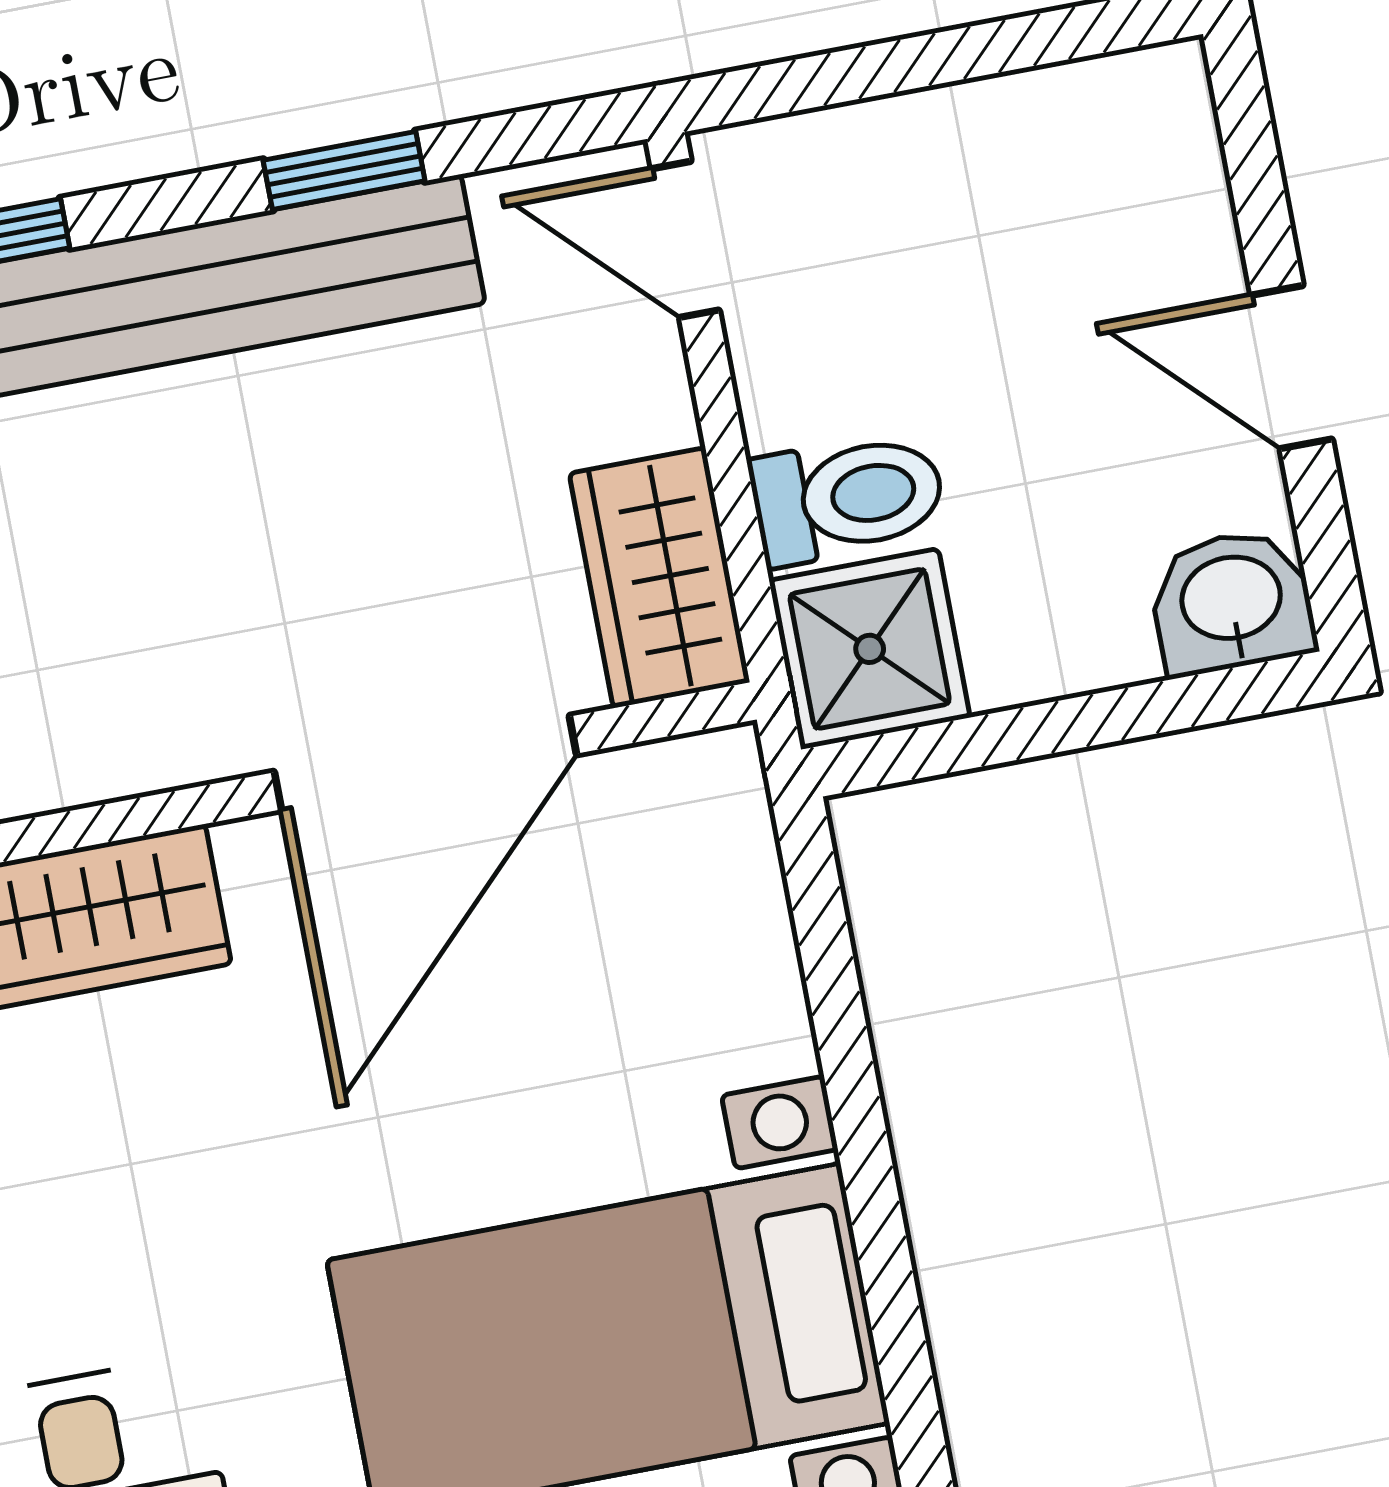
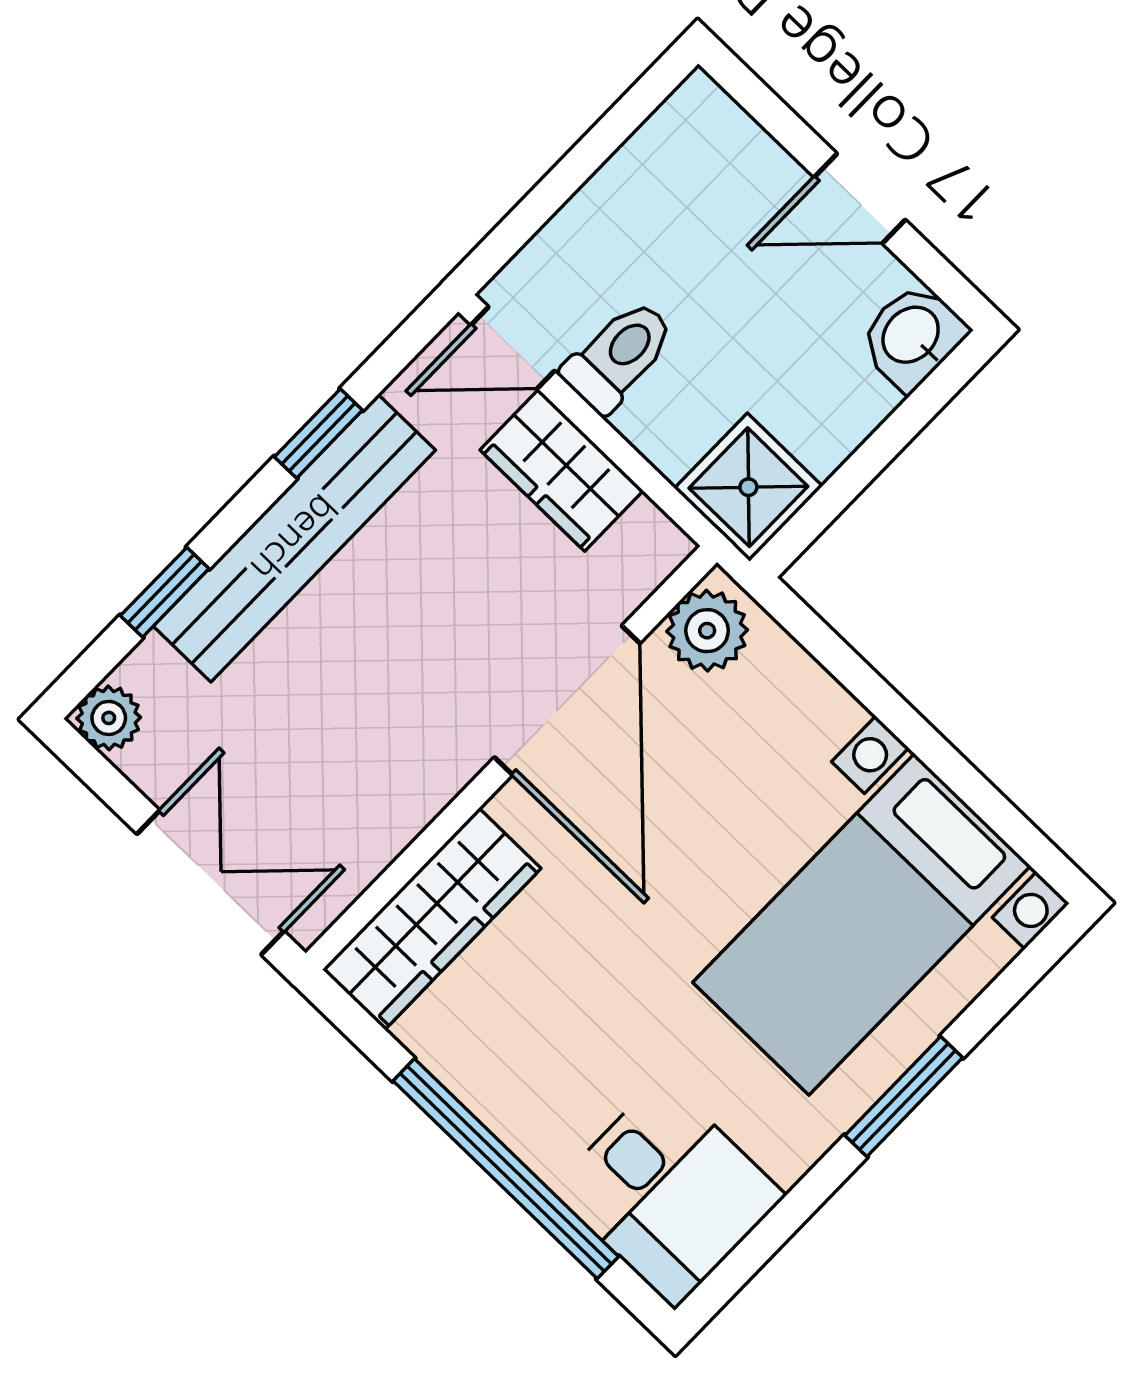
toilet: (848, 498) -> (619, 356), moved
wardrobe: (659, 578) -> (562, 470), moved
plant: (679, 802) -> (707, 631), added

